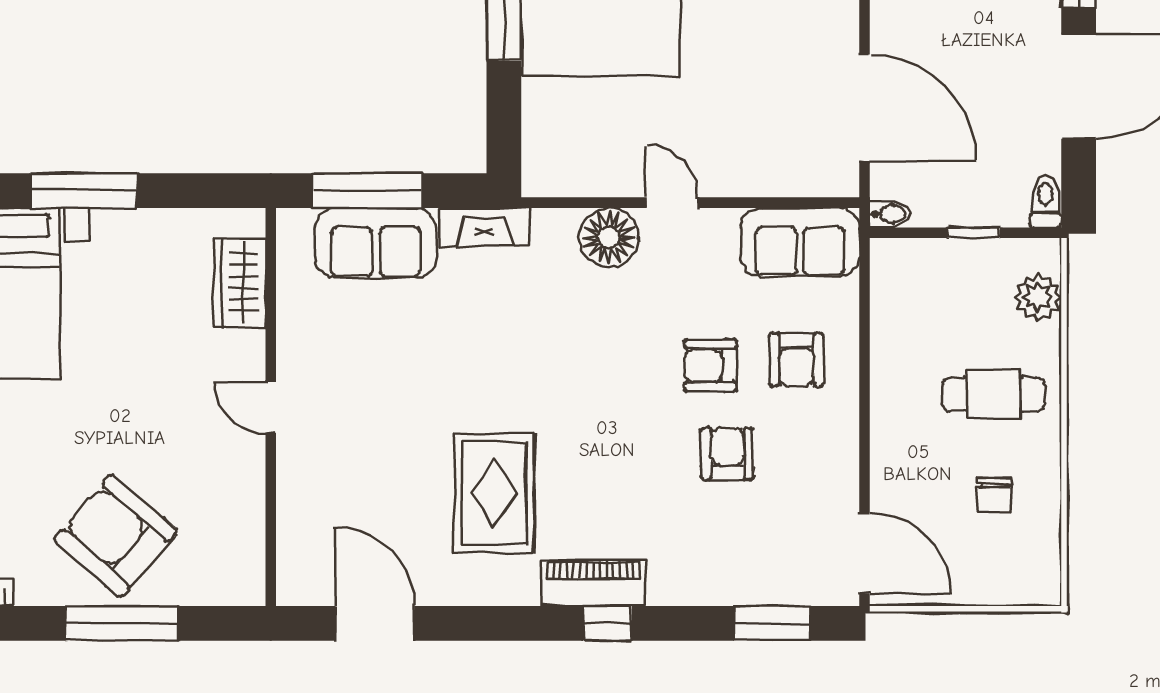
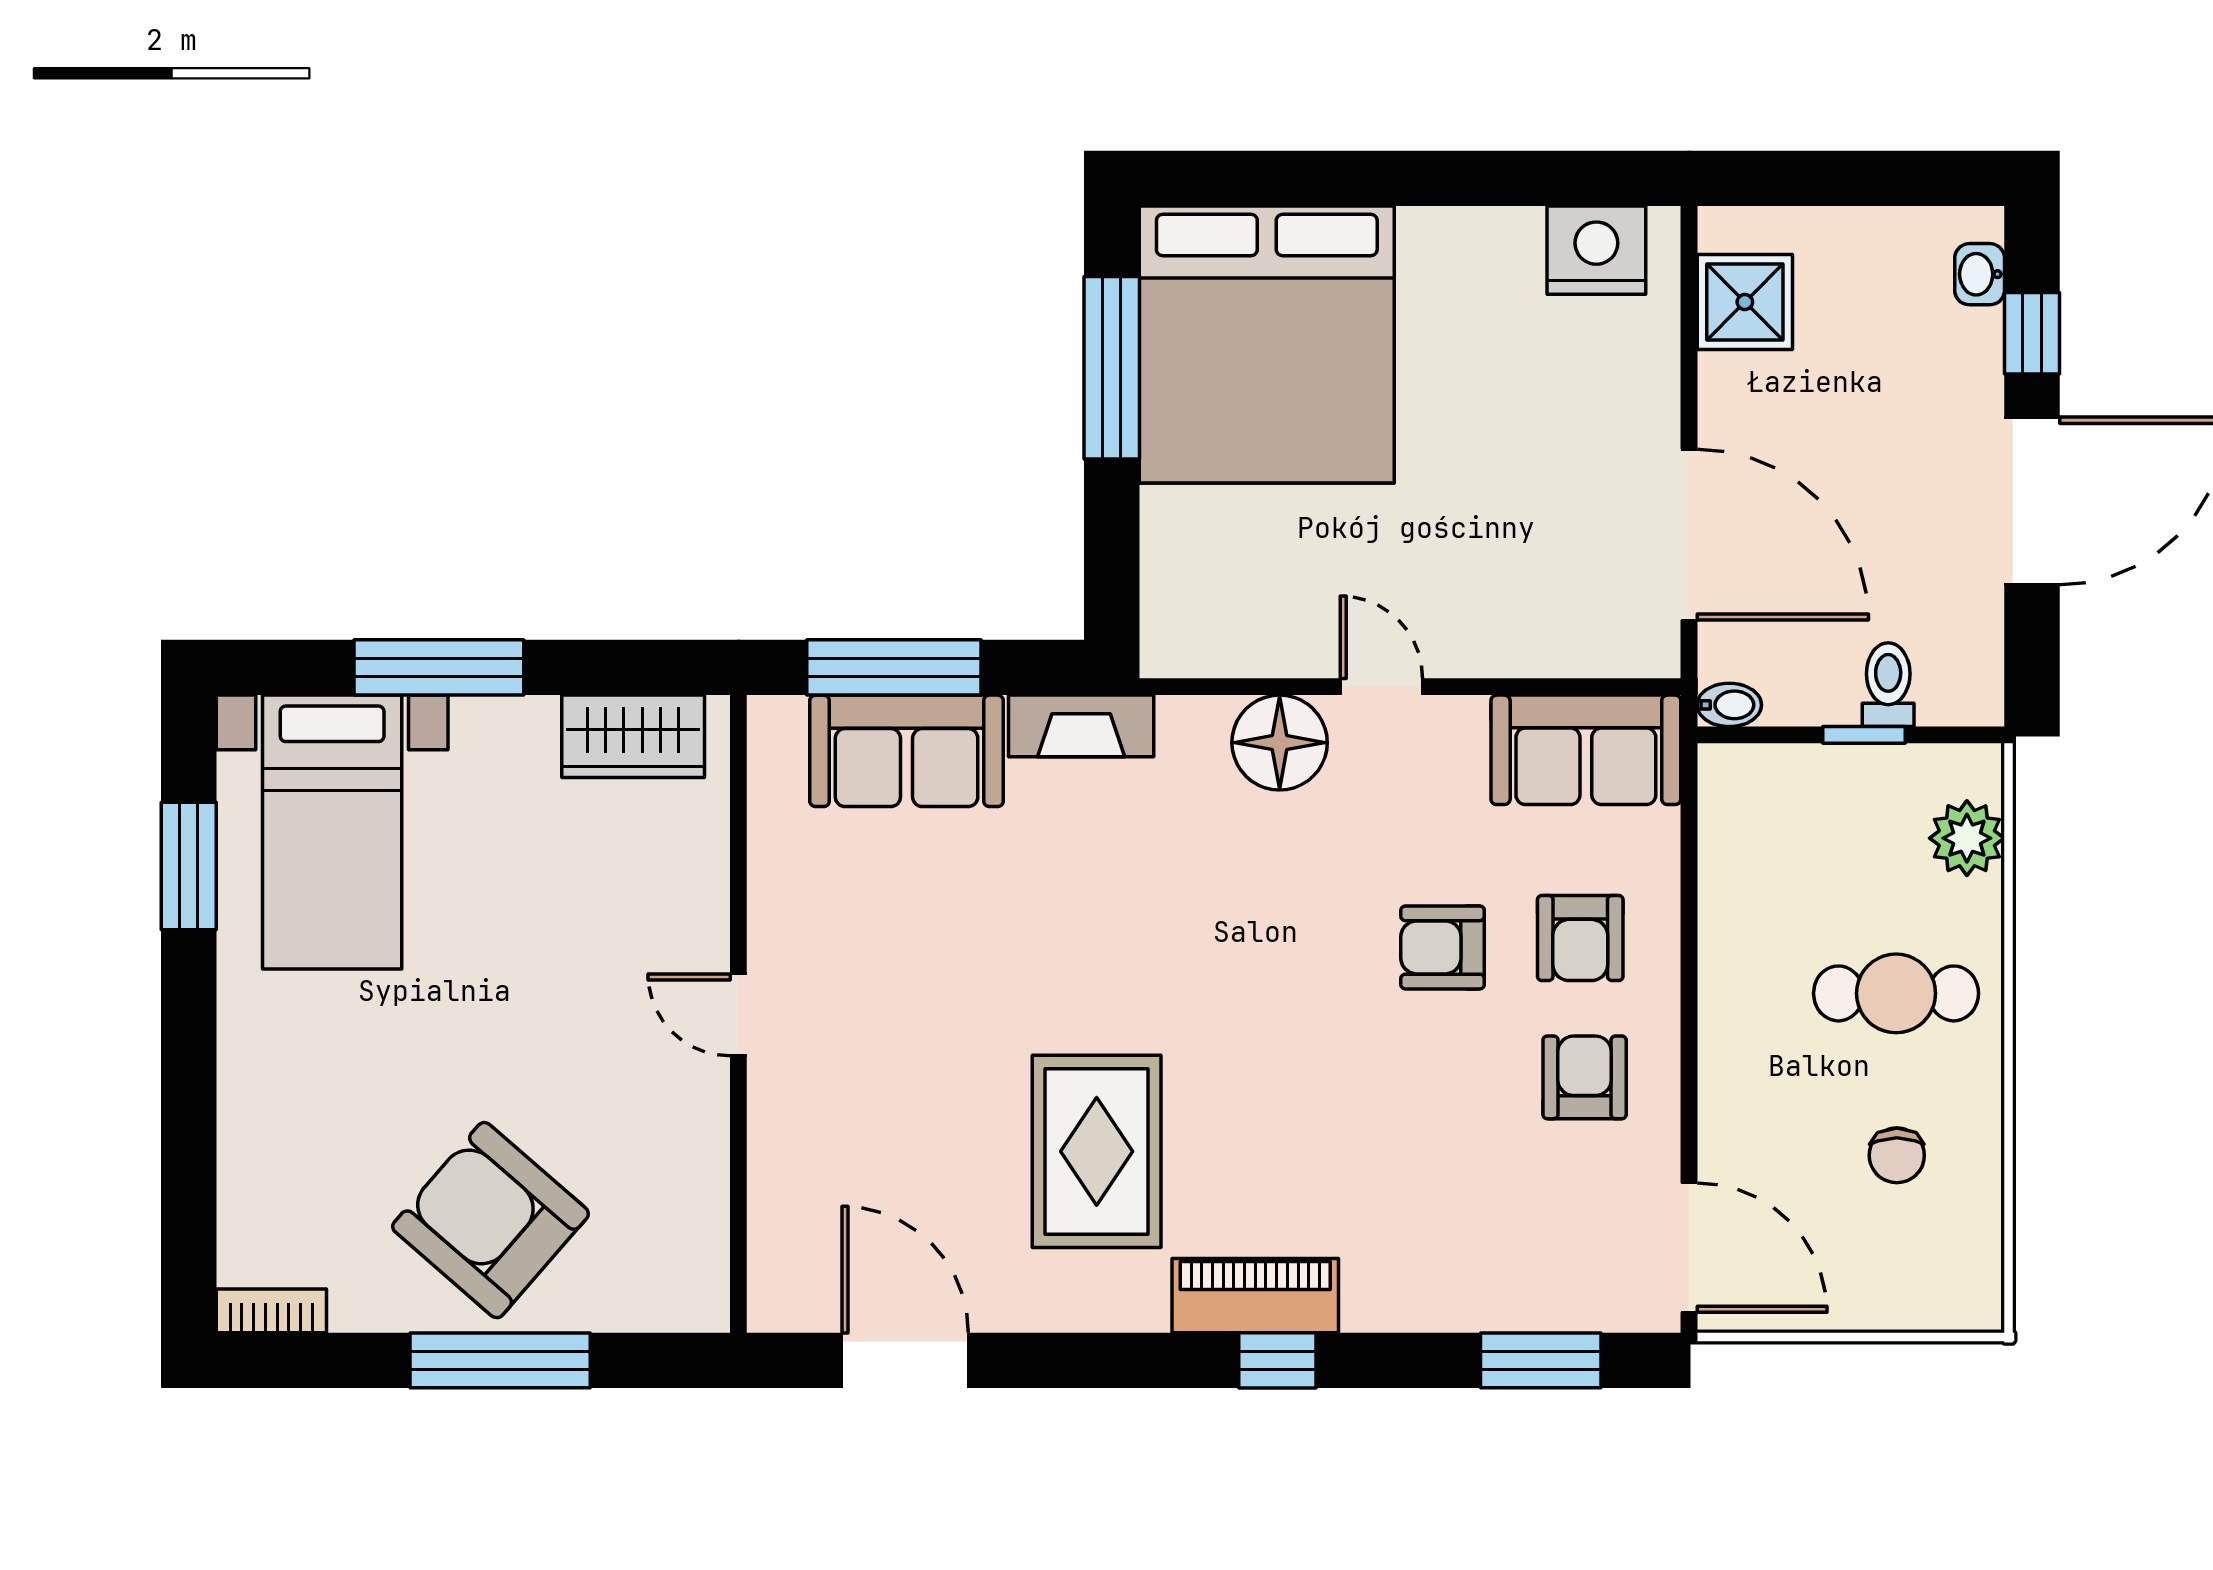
toilet: (1045, 201) -> (1888, 685), moved
wardrobe: (240, 283) -> (633, 736), moved, turned -90
armchair: (727, 454) -> (1585, 1077), moved

